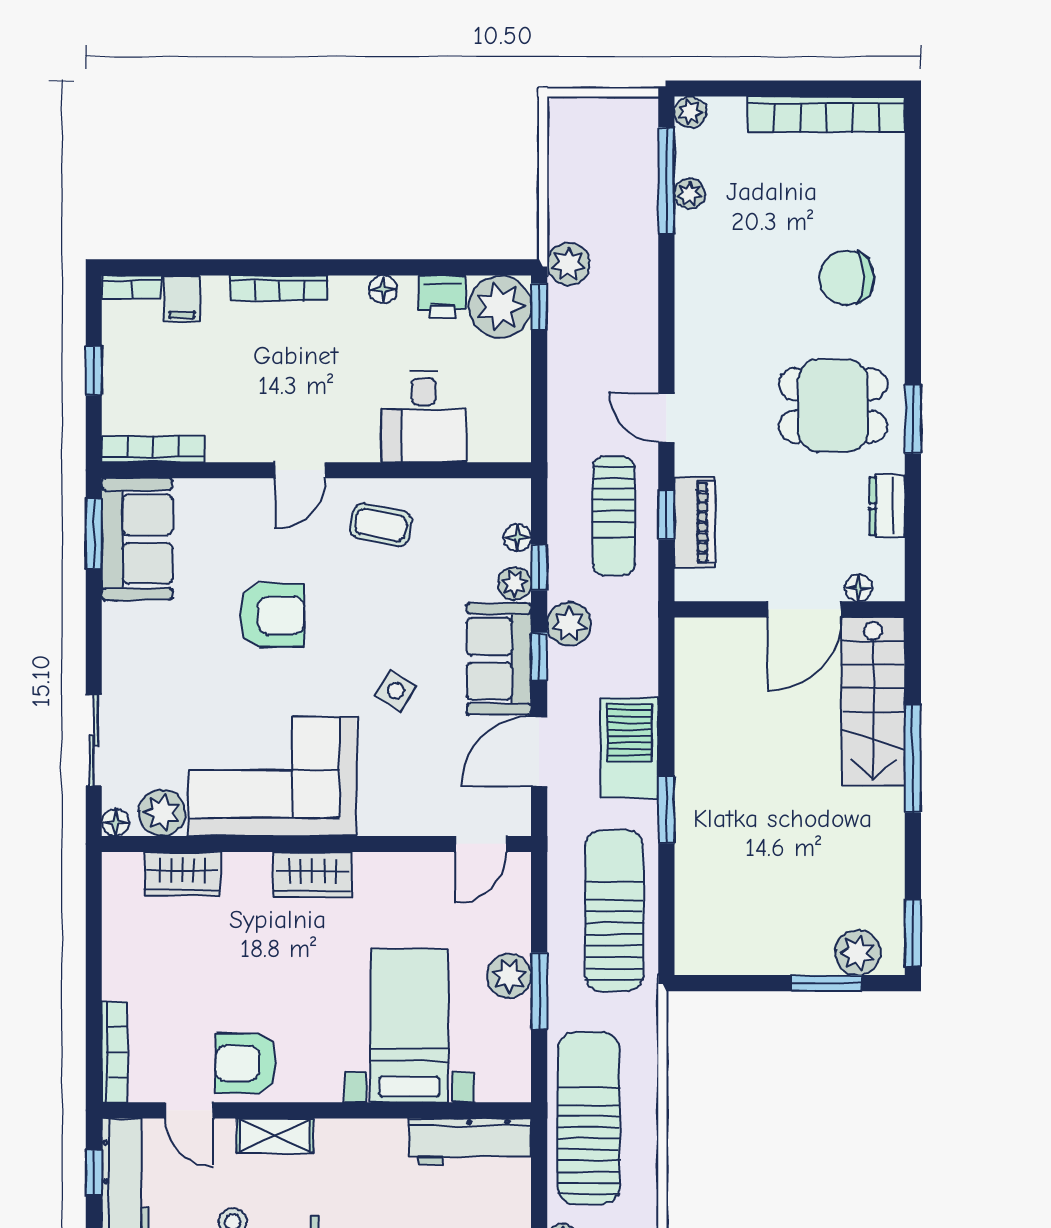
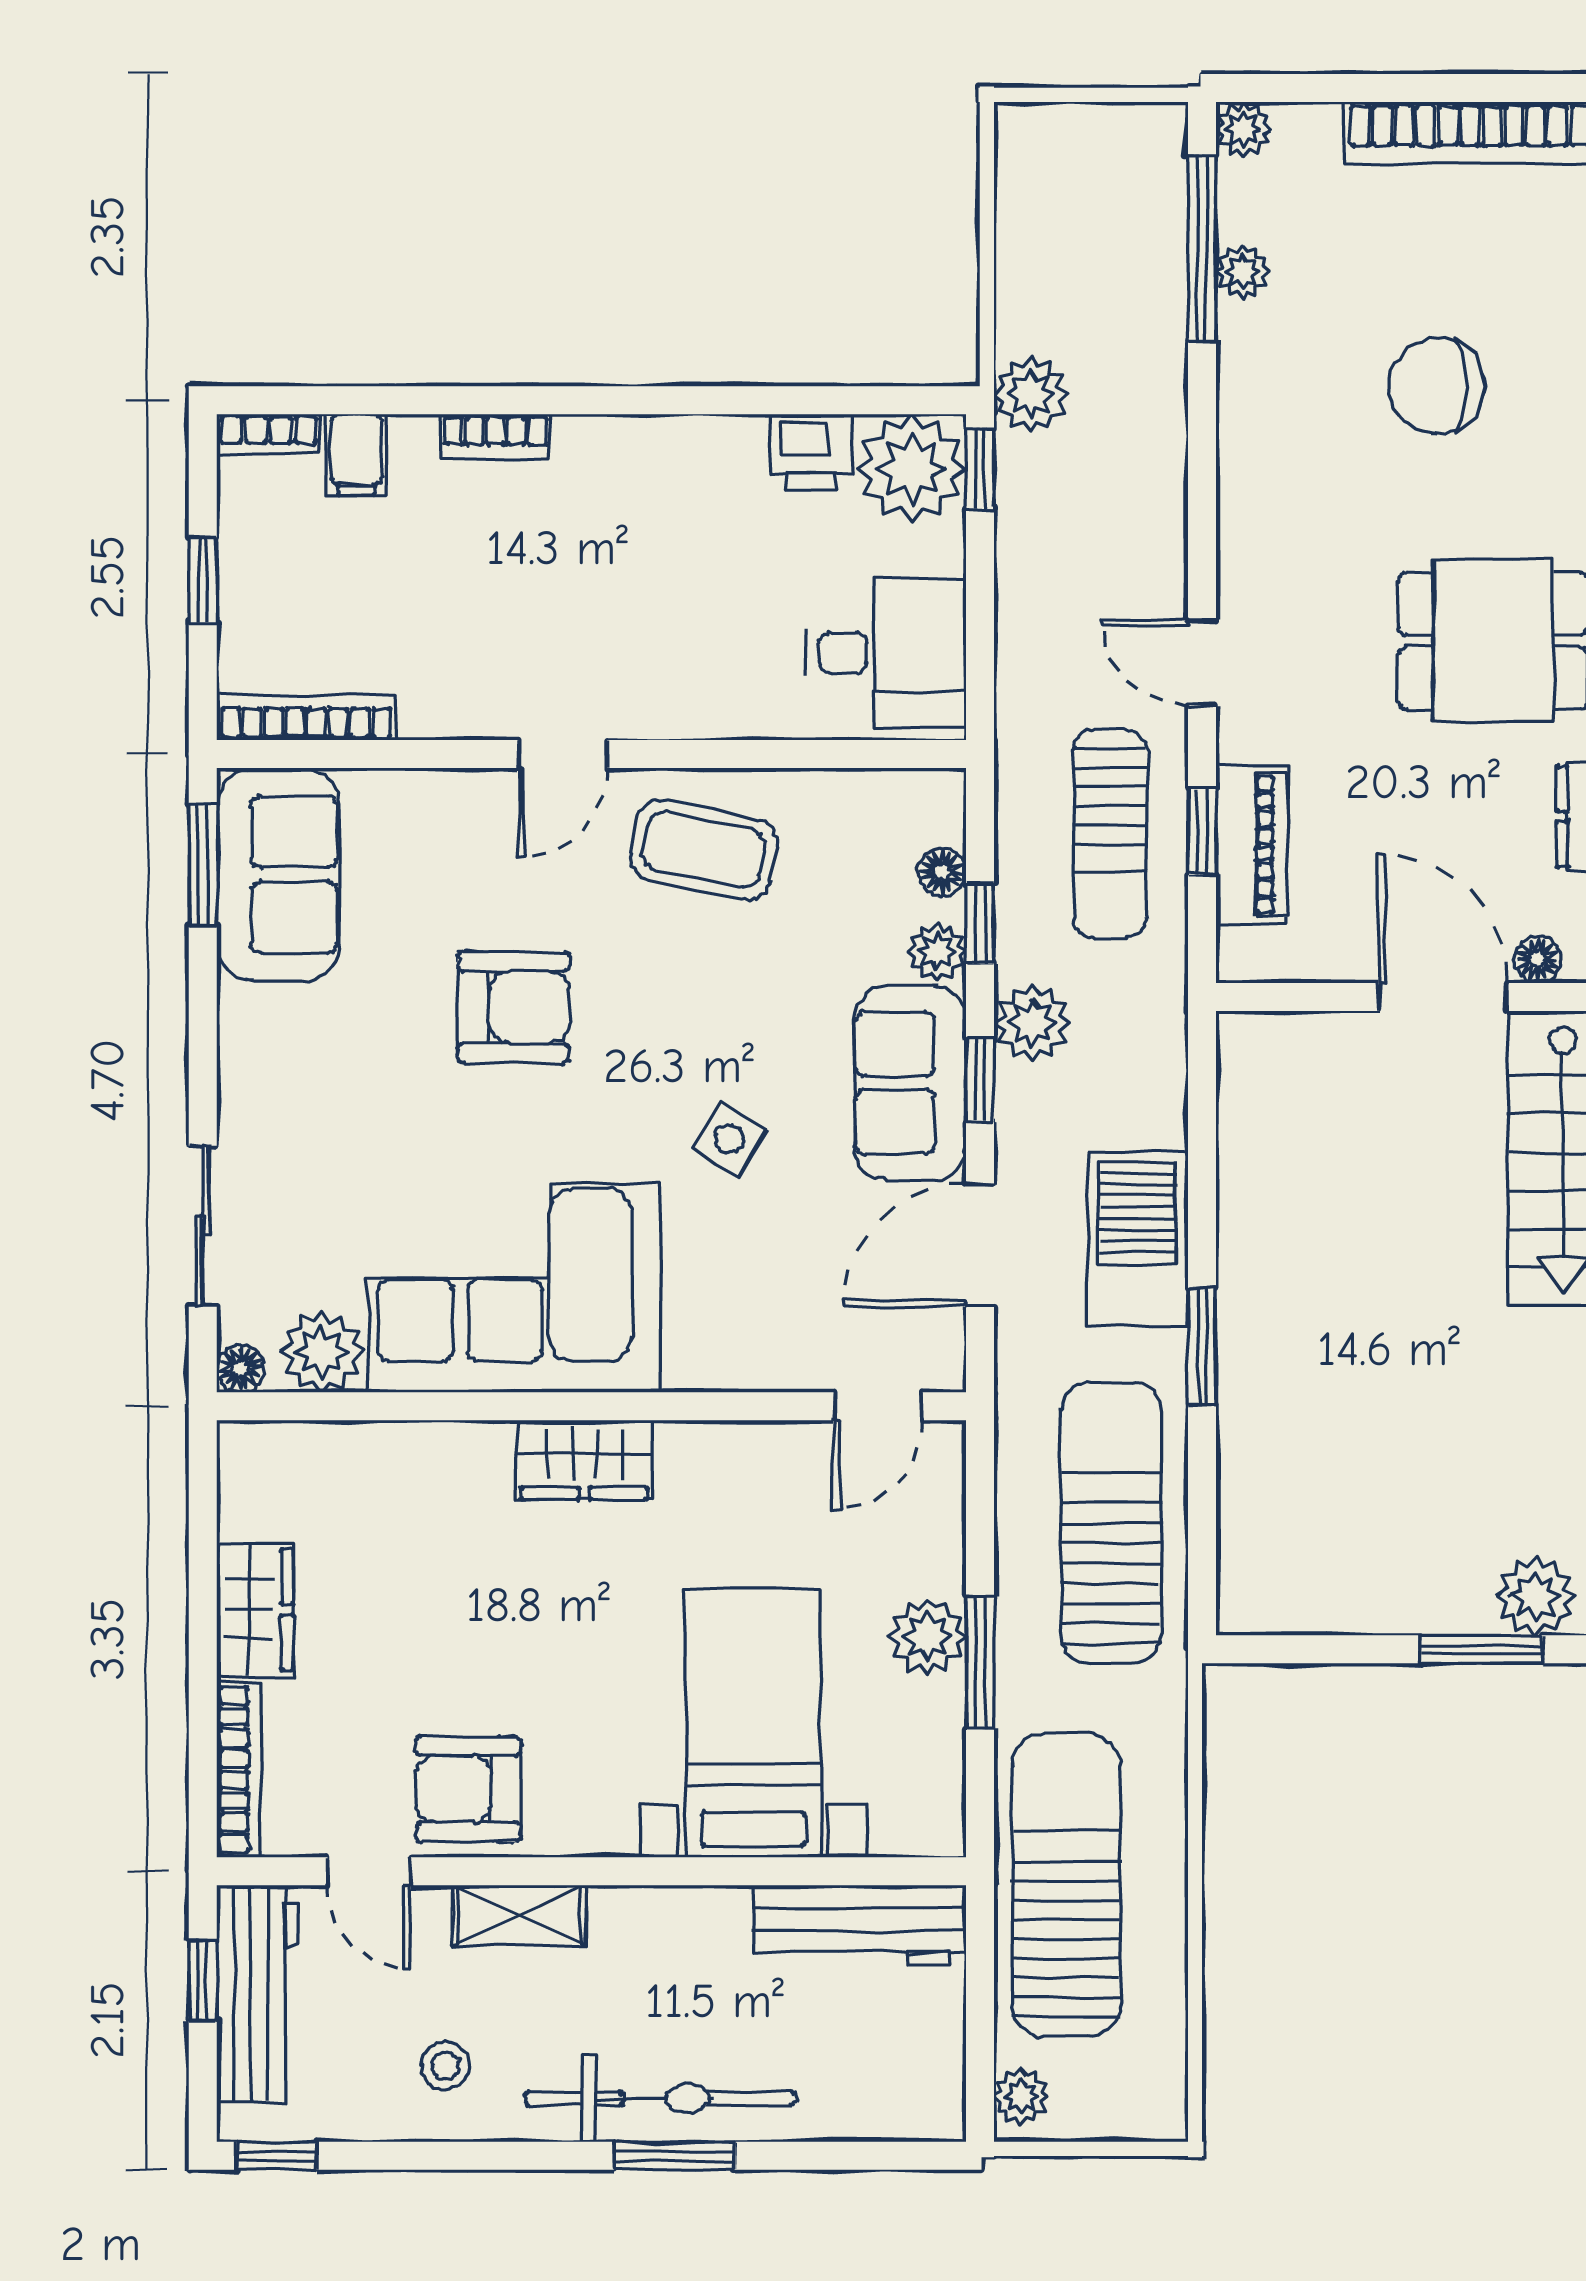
chair: (847, 277) -> (1437, 386), moved
bookcase: (279, 288) -> (495, 436), width x0.64
floor lamp: (383, 289) -> (708, 438), removed
desk: (424, 416) -> (886, 653), moved, turned -90
coffee table: (381, 525) -> (704, 850), width x1.36, depth x1.30
door: (804, 609) -> (1443, 997), swing flipped
wardrobe: (182, 874) -> (255, 1610), moved, turned -90

